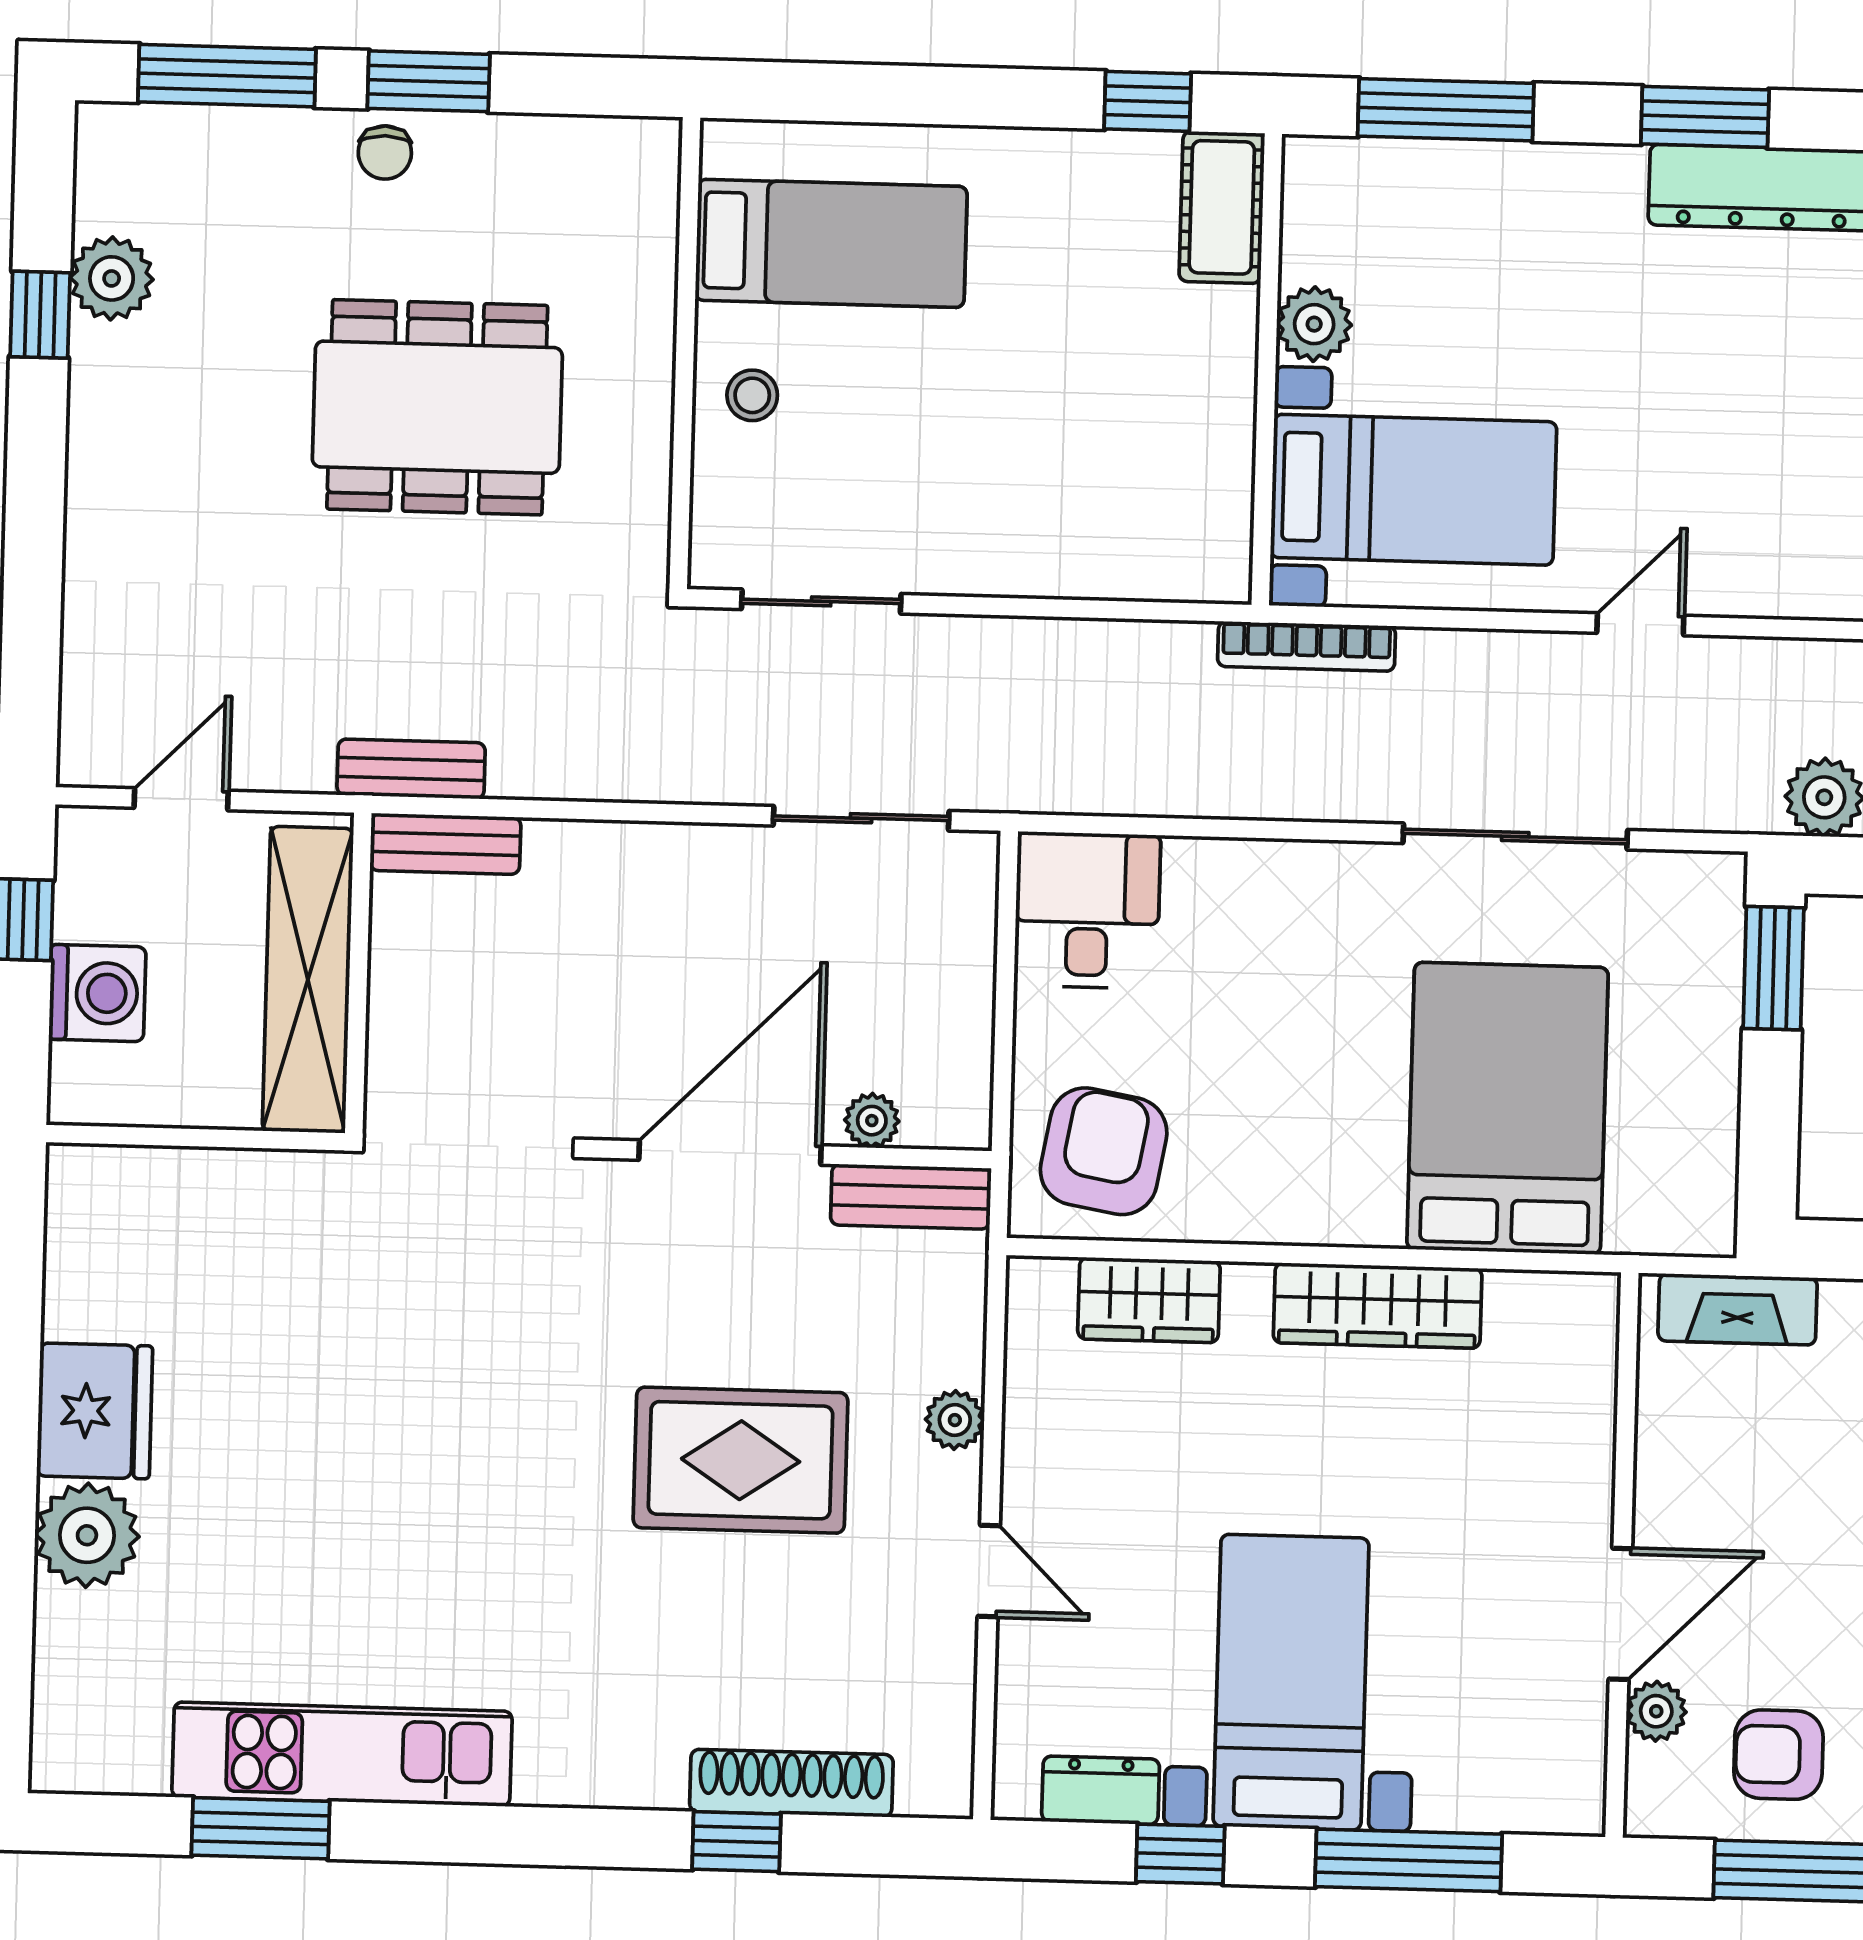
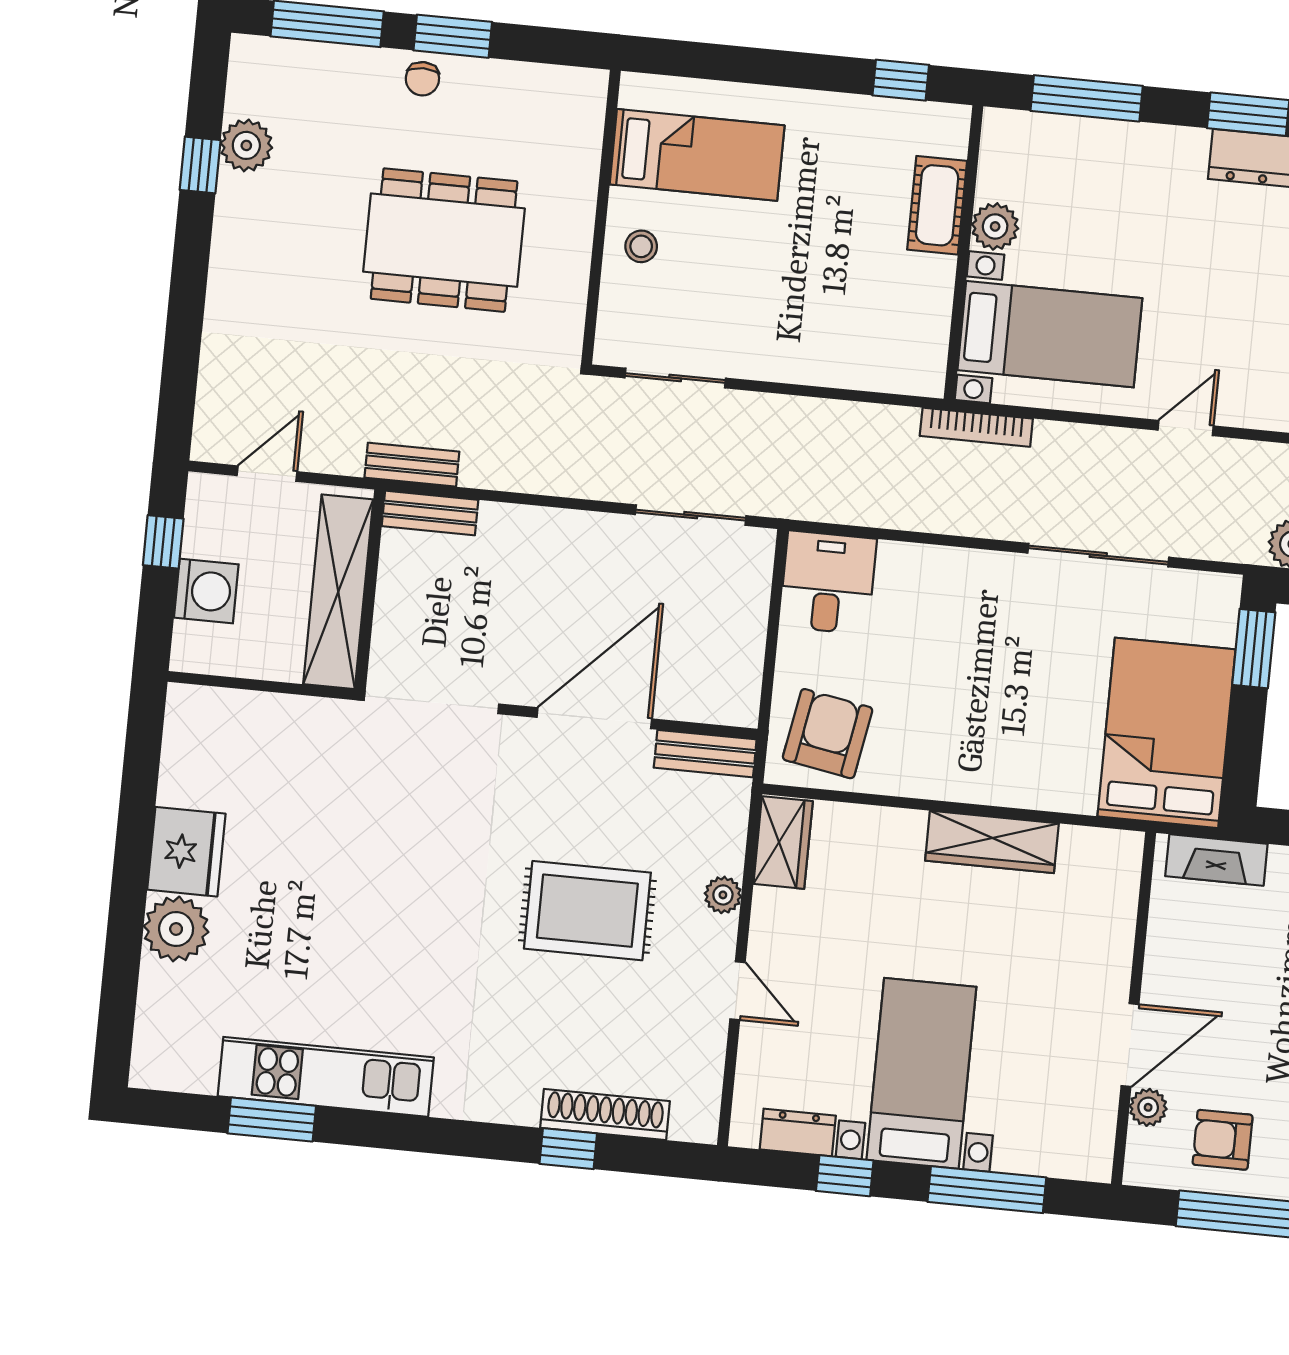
cot: (1222, 207) -> (937, 205), moved
bed: (1507, 1108) -> (1167, 733), moved
plant: (872, 1121) -> (684, 704), removed
wardrobe: (1149, 1300) -> (783, 843), moved, turned -90

